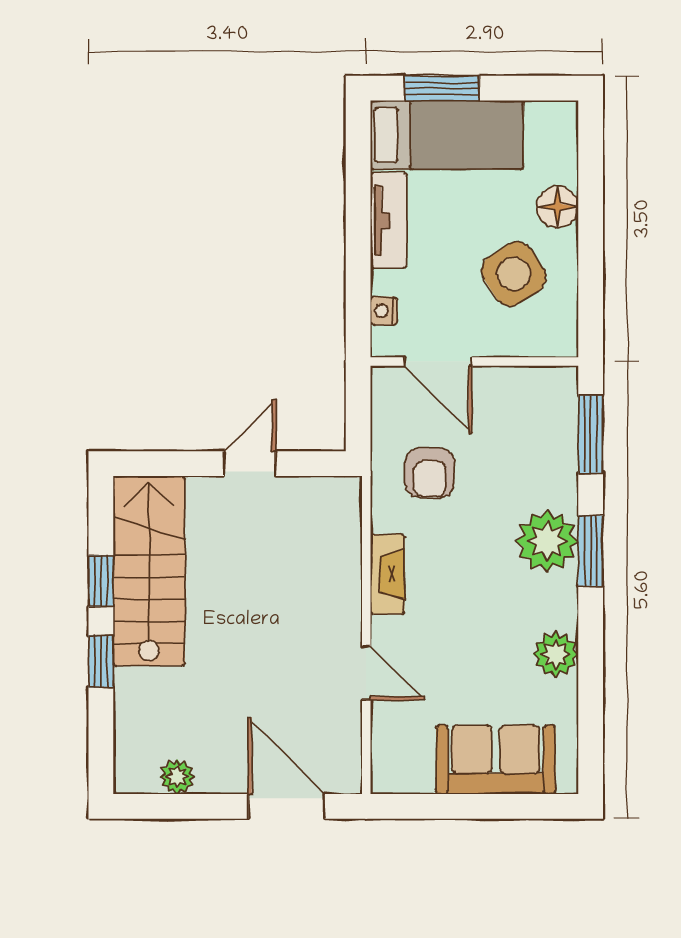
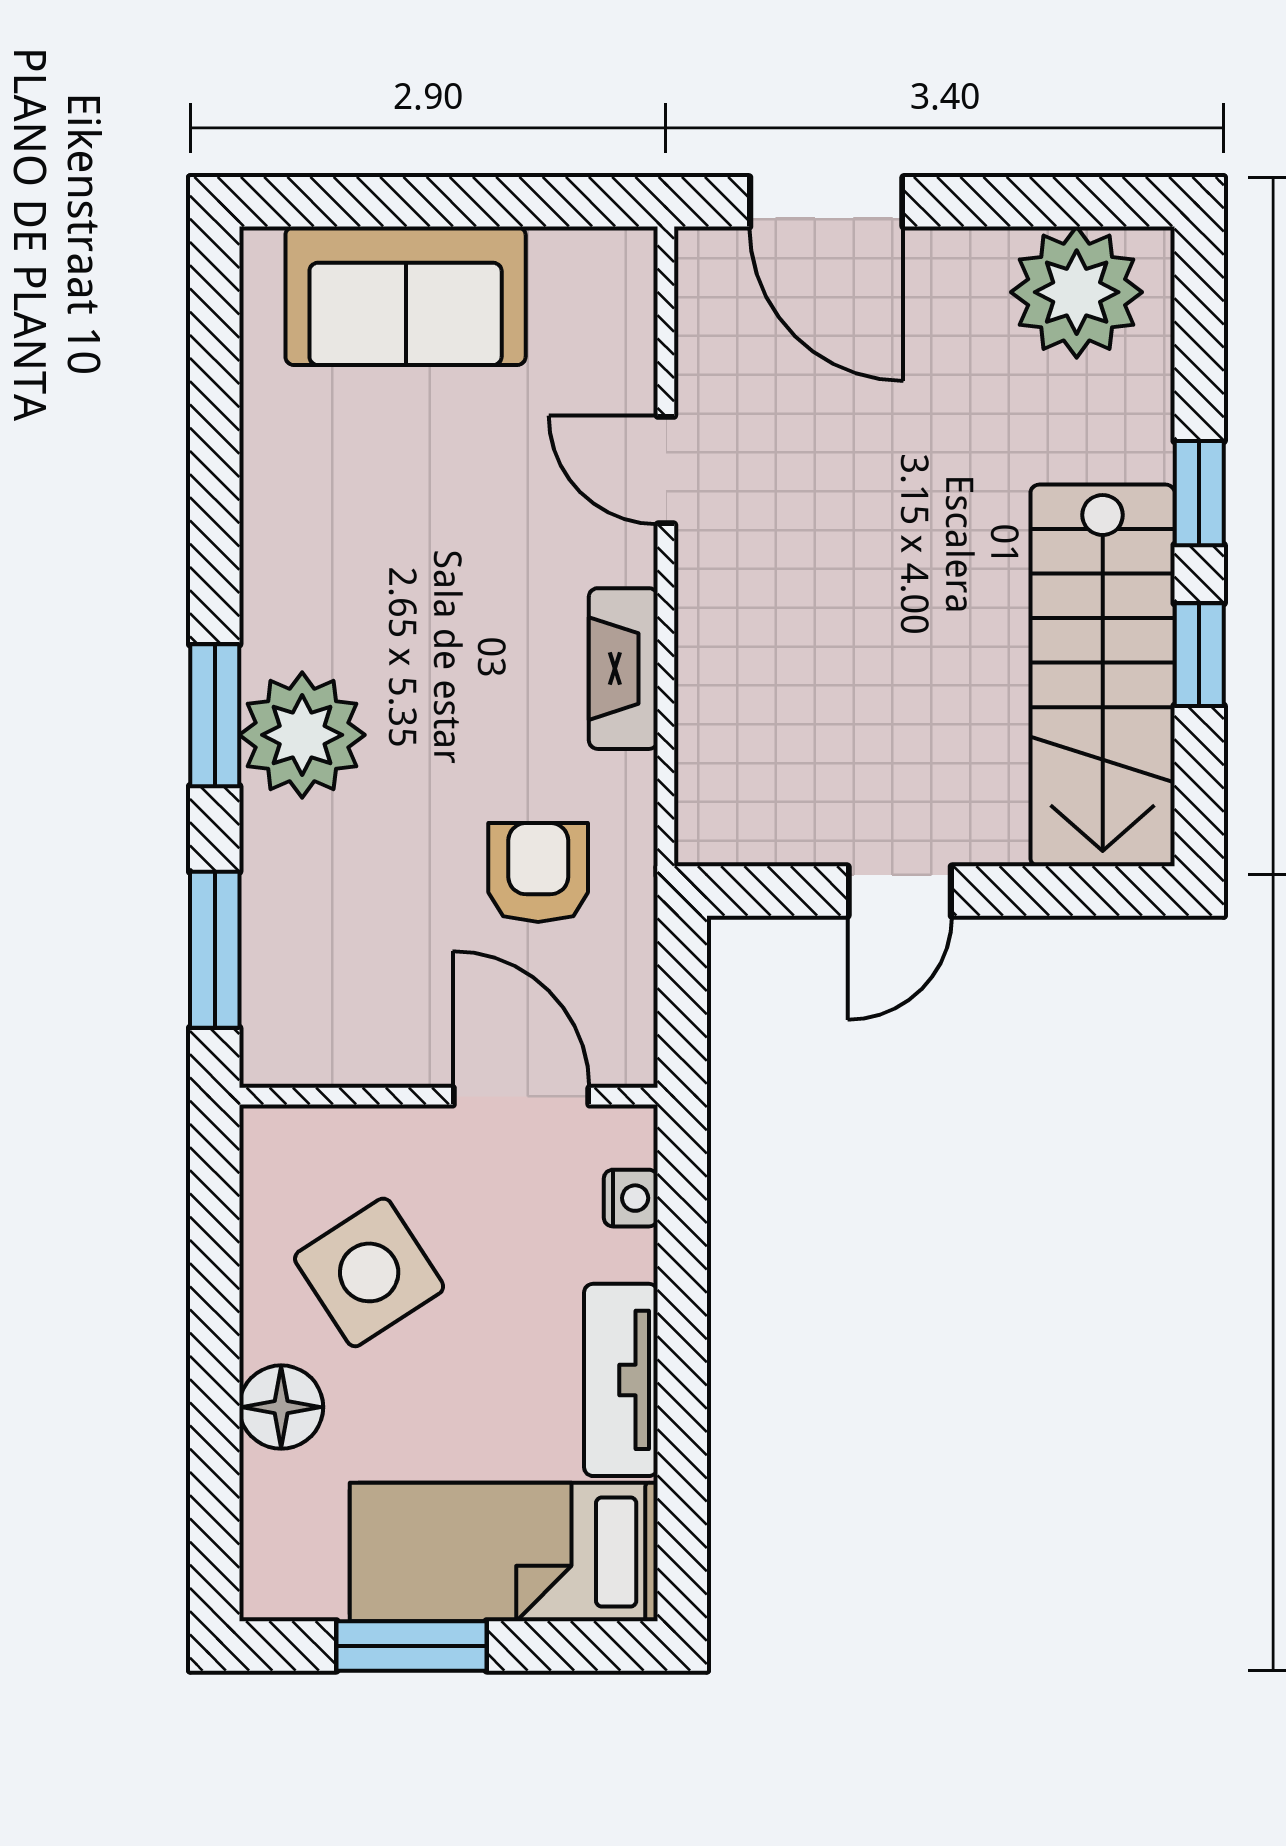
window: (442, 88) -> (411, 1646), moved
plant: (556, 654) -> (285, 508), removed
plant: (177, 777) -> (1077, 292), width x1.88, depth x1.88

